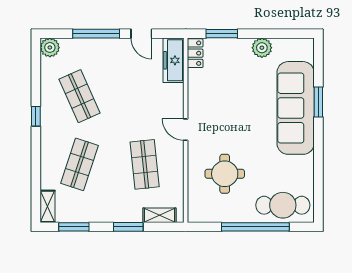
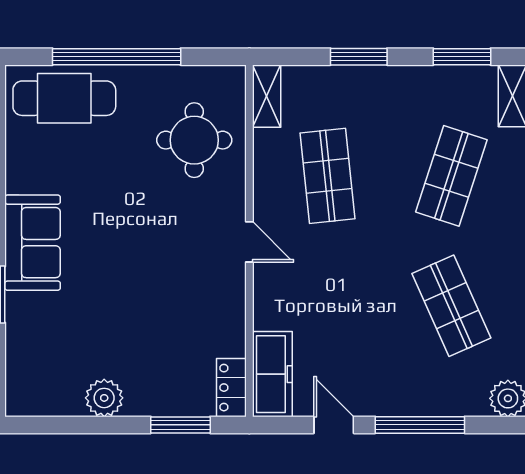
sofa: (296, 108) -> (33, 243), width x0.54, depth x0.79
round table: (225, 174) -> (194, 140), moved
shelving: (160, 215) -> (267, 96), moved, turned 90

